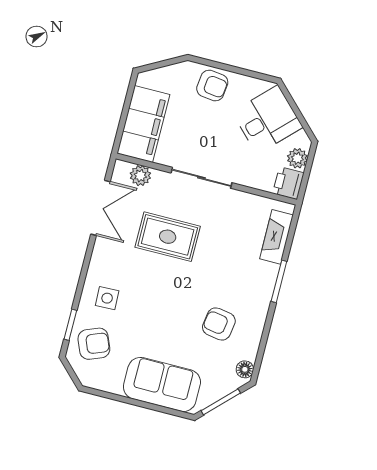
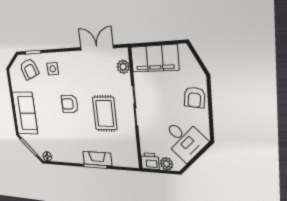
double door: (100, 208) -> (97, 48), swing flipped
rug: (168, 237) -> (105, 113), moved
fireplace: (276, 237) -> (97, 159), moved
armchair: (219, 324) -> (70, 104), moved, turned -99

